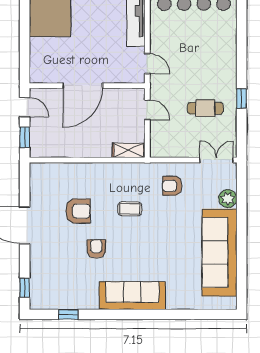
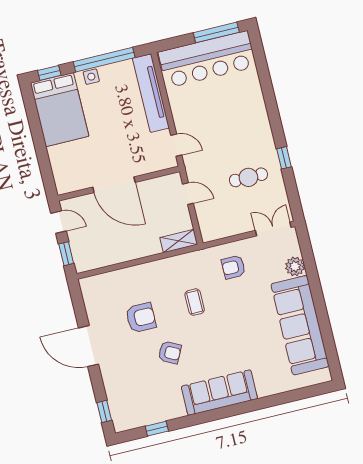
door: (83, 86) -> (114, 185), hinge flipped
coffee table: (130, 209) -> (195, 302), turned 90
armchair: (96, 249) -> (170, 352), turned 117

